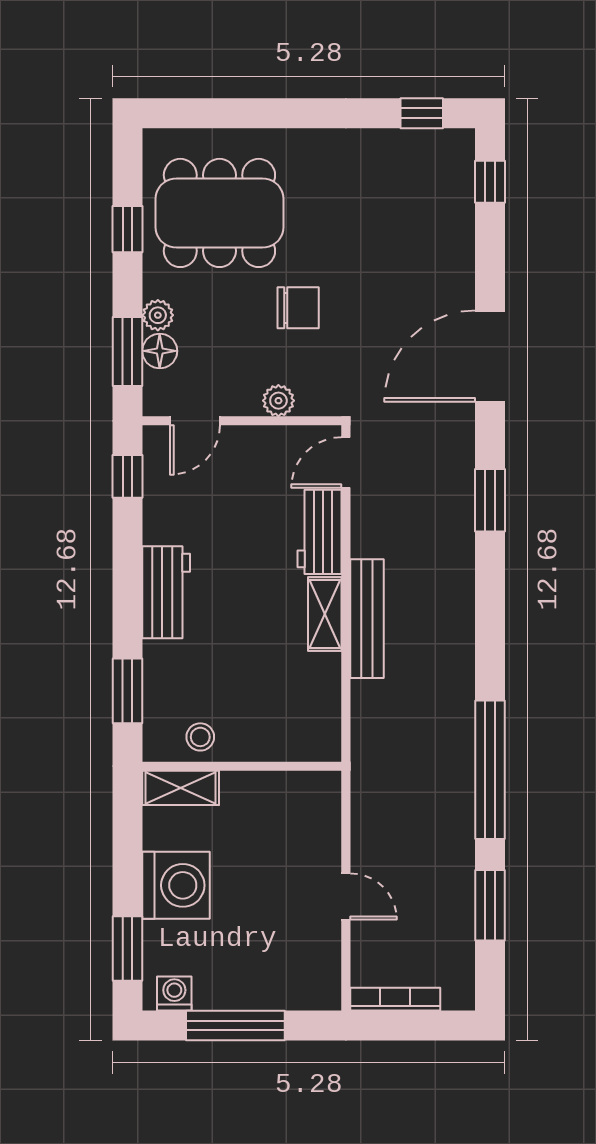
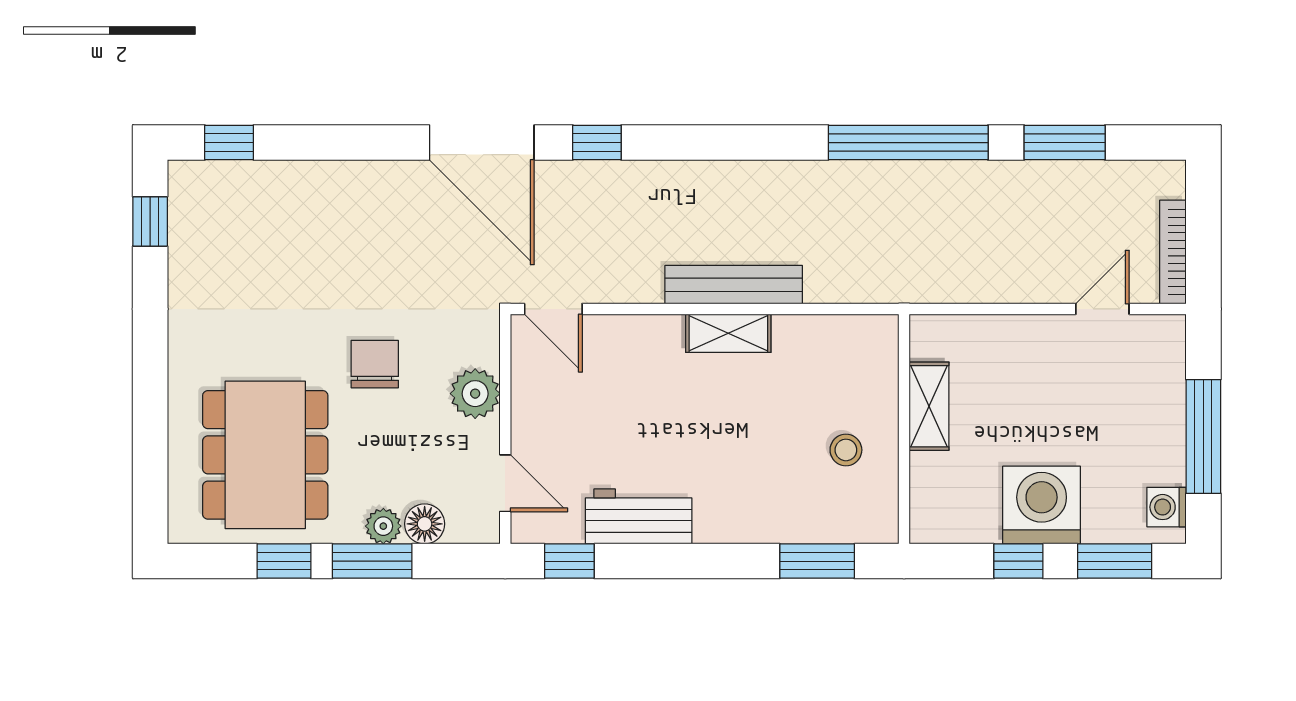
window: (128, 351) -> (372, 561), moved
door: (490, 356) -> (482, 143), moved
plant: (278, 401) -> (475, 394), width x1.38, depth x1.38
window: (490, 500) -> (597, 143), width x0.67
workbench: (320, 532) -> (633, 339), removed
workbench: (166, 592) -> (639, 516), moved
stool: (200, 737) -> (846, 450), moved
shelving: (181, 788) -> (929, 406), moved
window: (128, 865) -> (1018, 561), added
door: (346, 896) -> (1102, 309), moved

